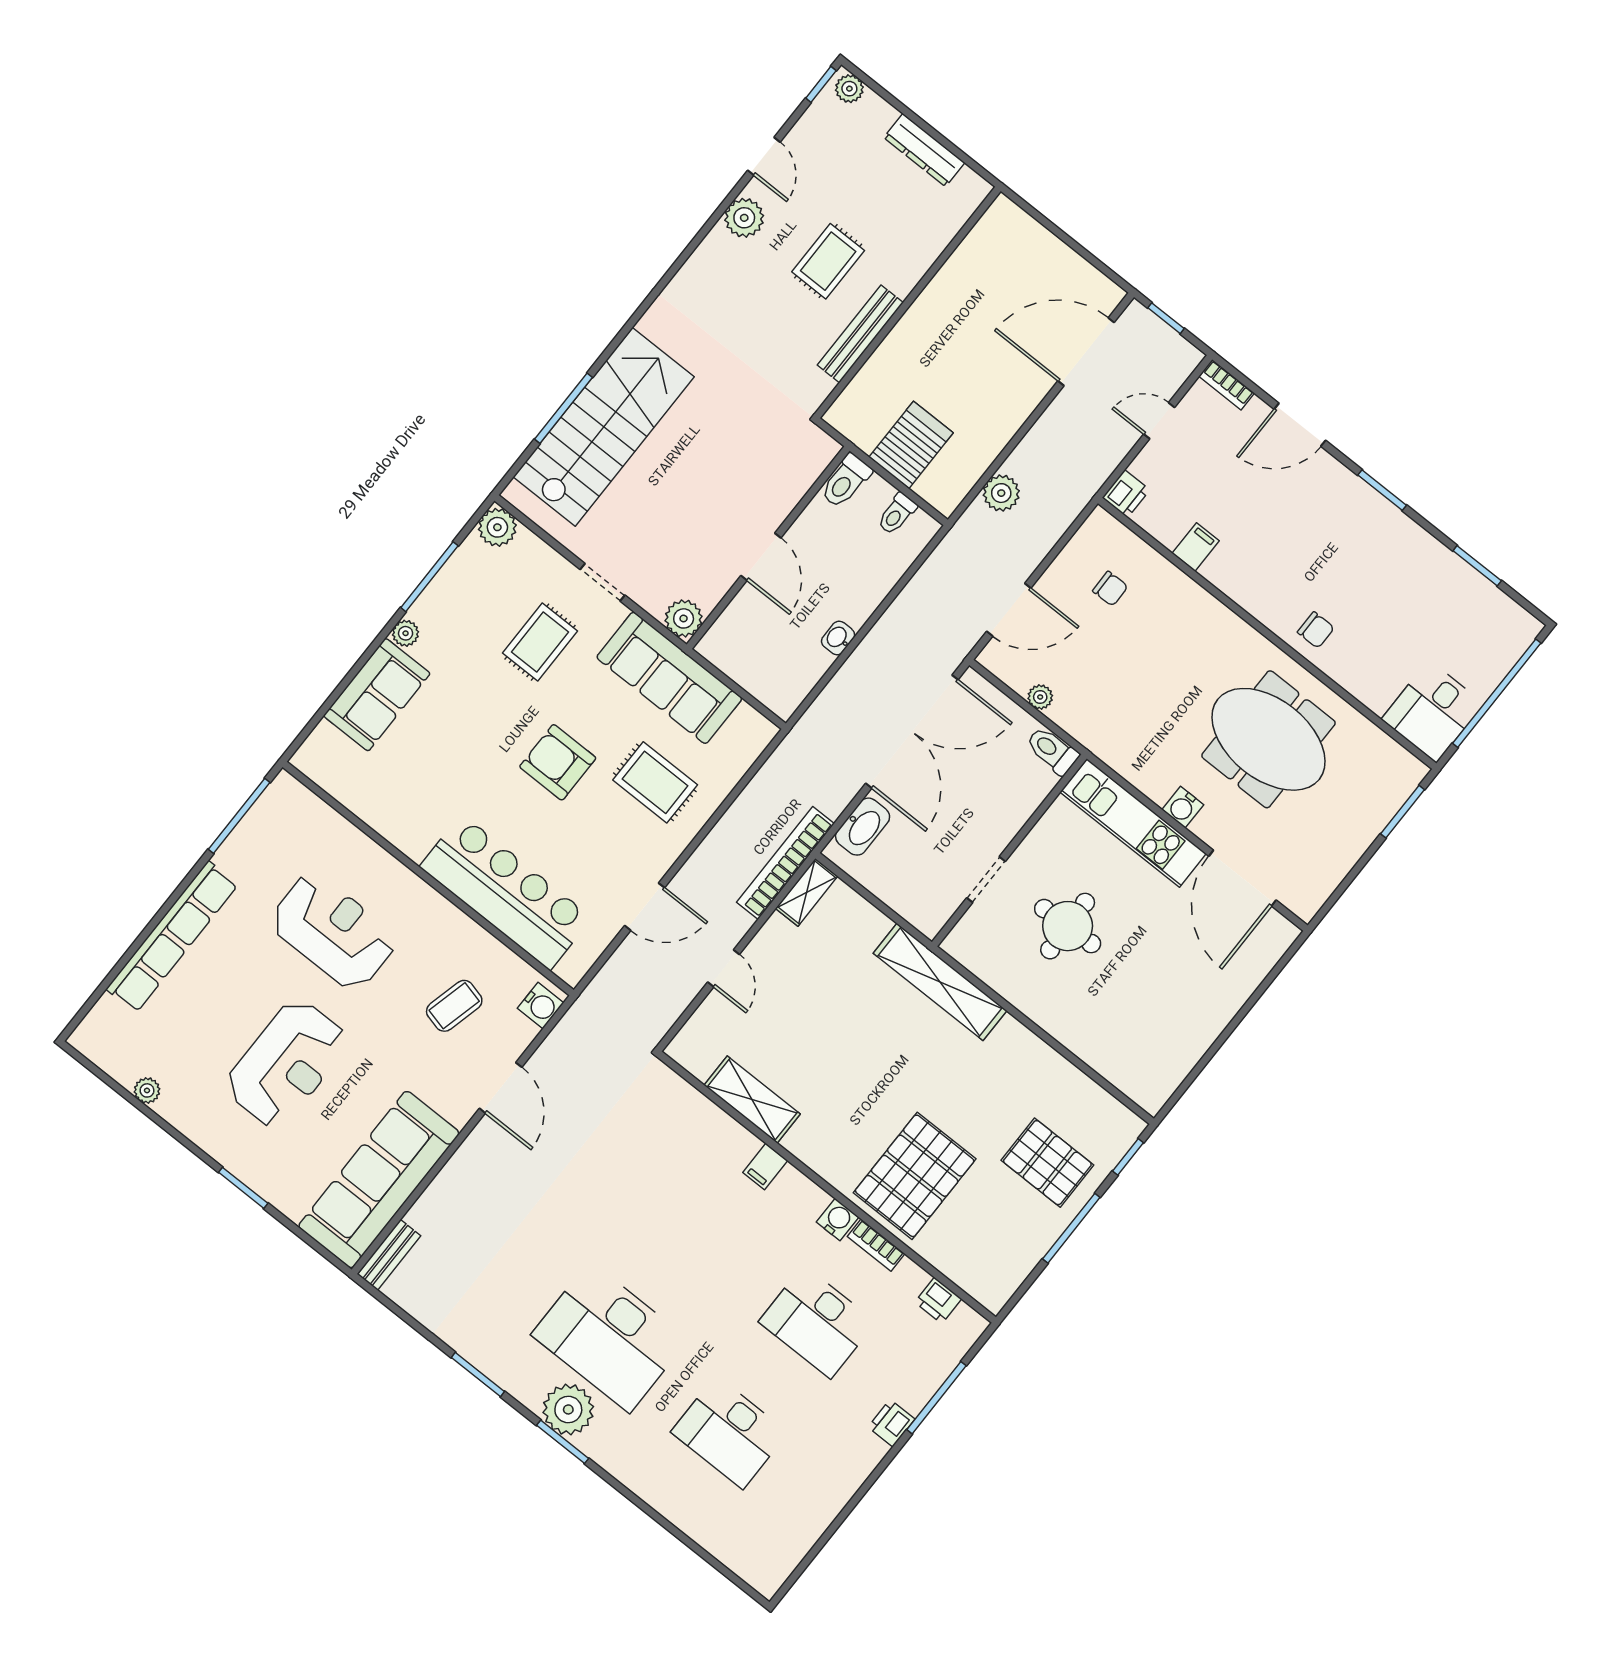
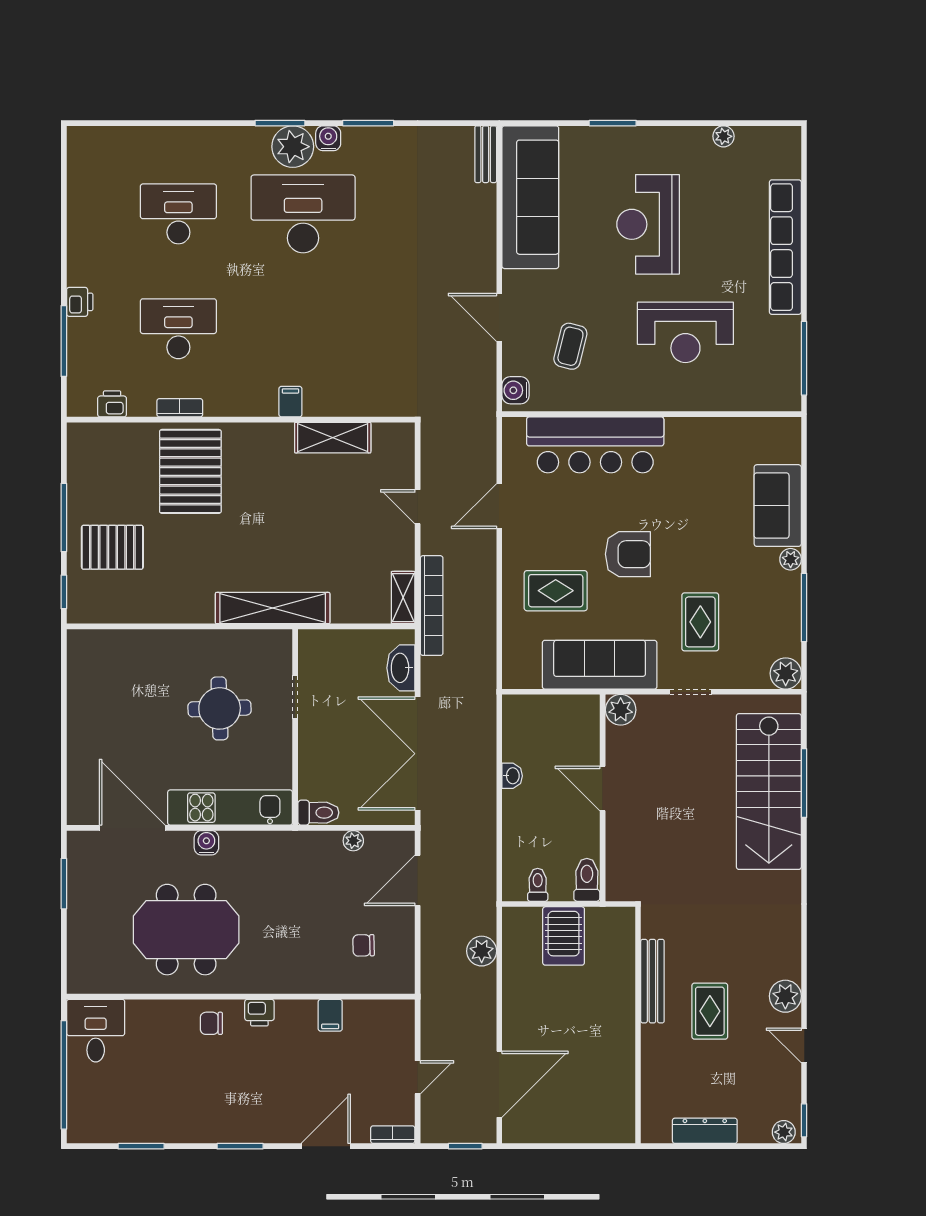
printer: (1126, 494) -> (259, 1013), moved, turned -90
window: (1403, 812) -> (64, 884), moved
water cooler: (838, 1220) -> (328, 138), moved, turned 180

